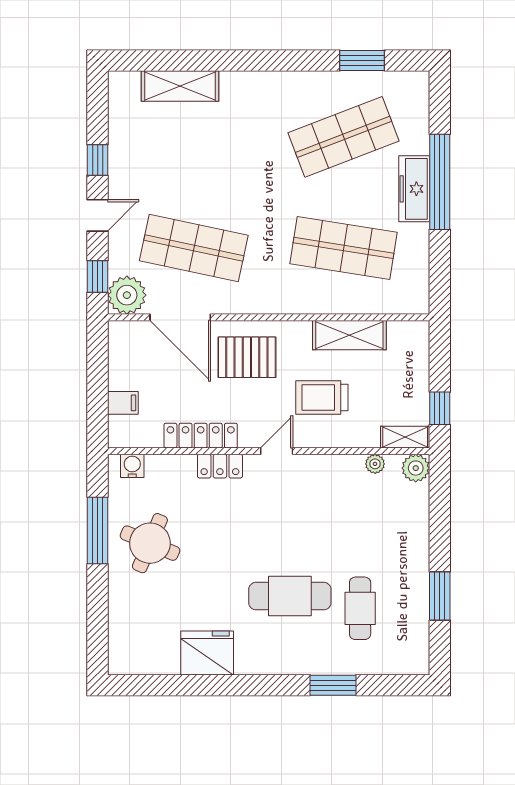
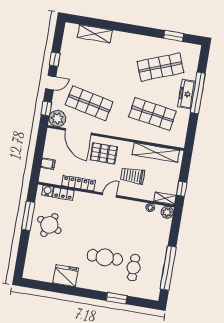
shelving: (349, 335) -> (156, 152), width x1.47
locker: (220, 466) -> (63, 194), moved
window: (440, 596) -> (168, 268), width x2.11

